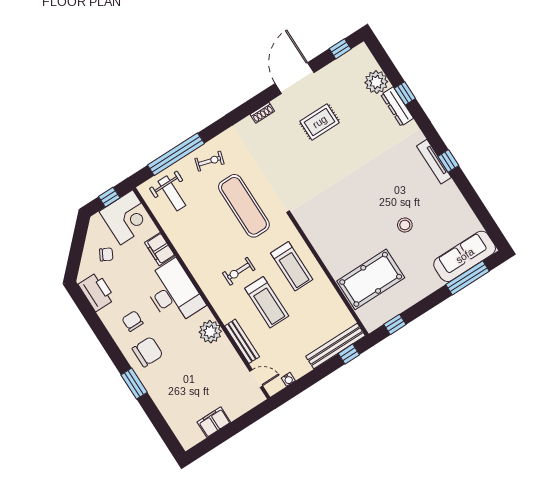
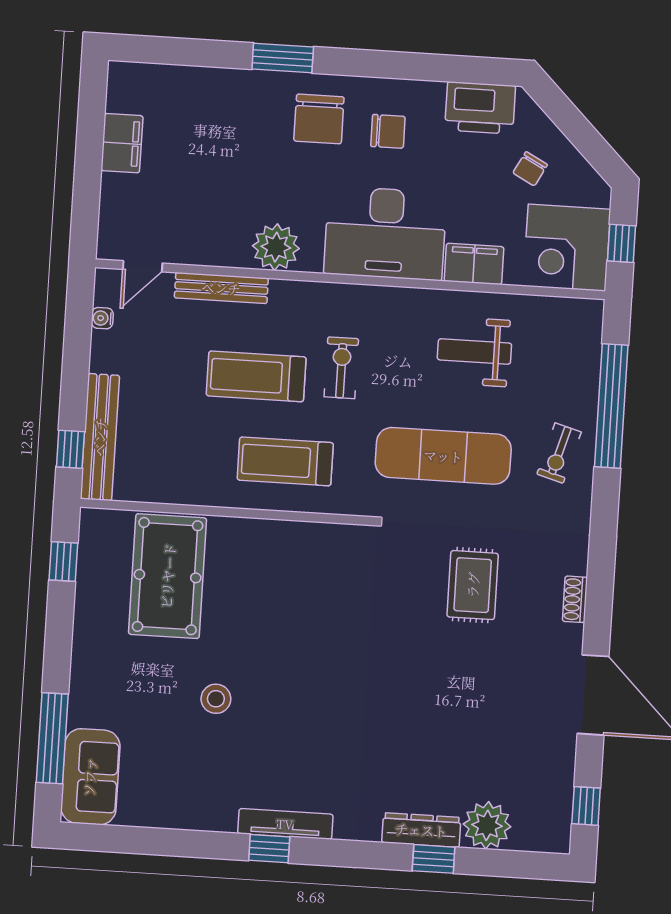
rug: (320, 122) -> (473, 585), moved
weight bench: (172, 193) -> (474, 352), moved
sofa: (465, 256) -> (90, 777), width x0.73

